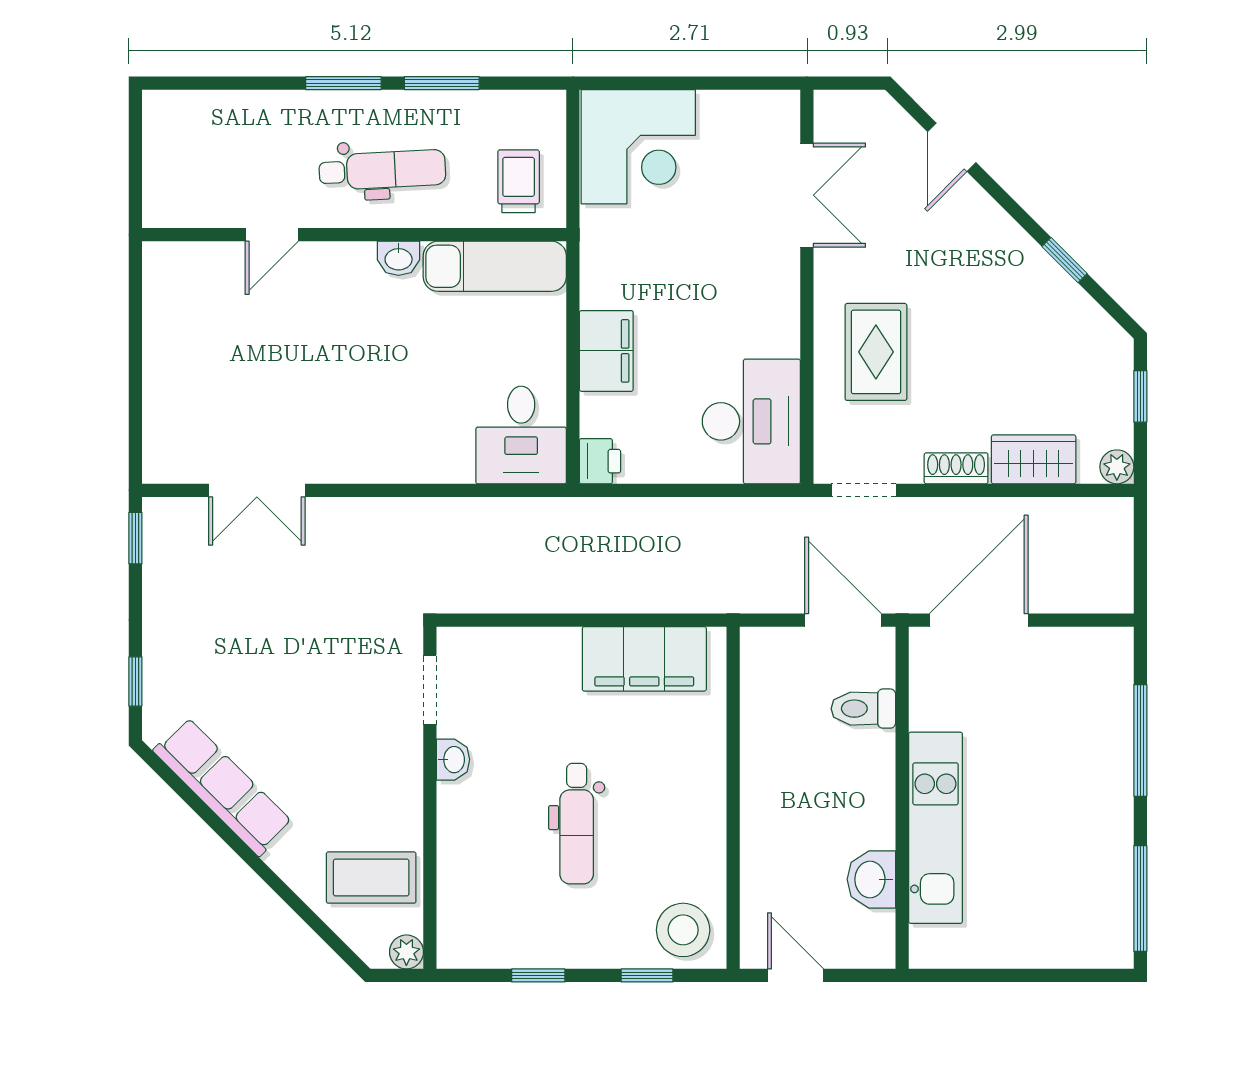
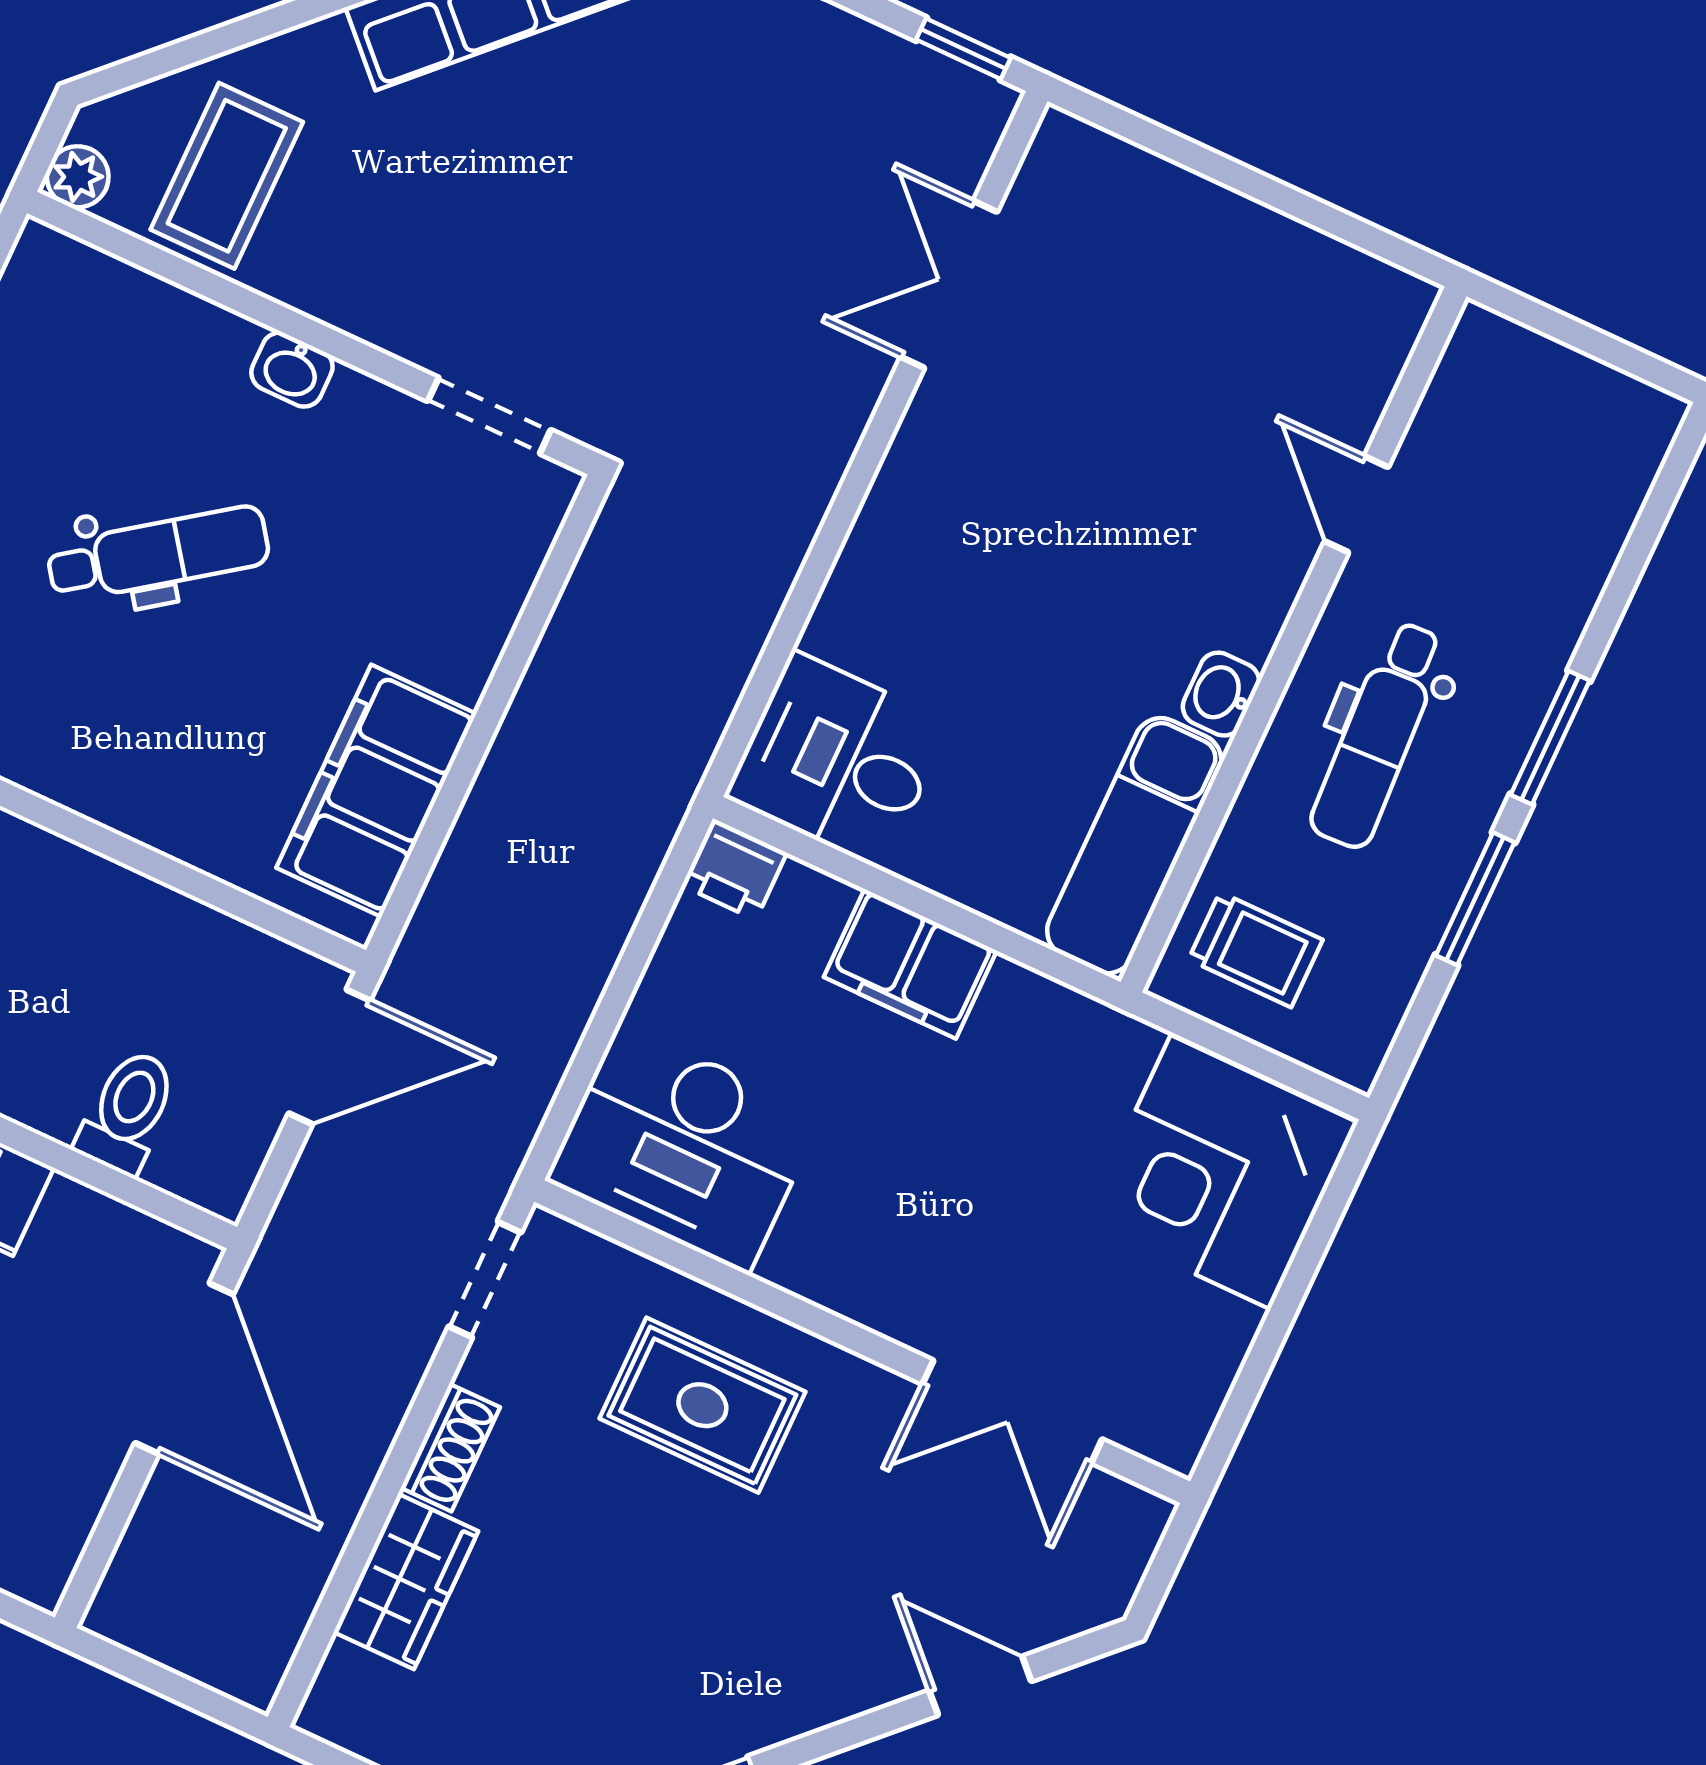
plant: (1117, 467) -> (330, 1712), removed
door: (843, 620) -> (329, 1057), moved
washbasin: (453, 760) -> (292, 370), moved
dental chair: (577, 824) -> (158, 554), turned 144

